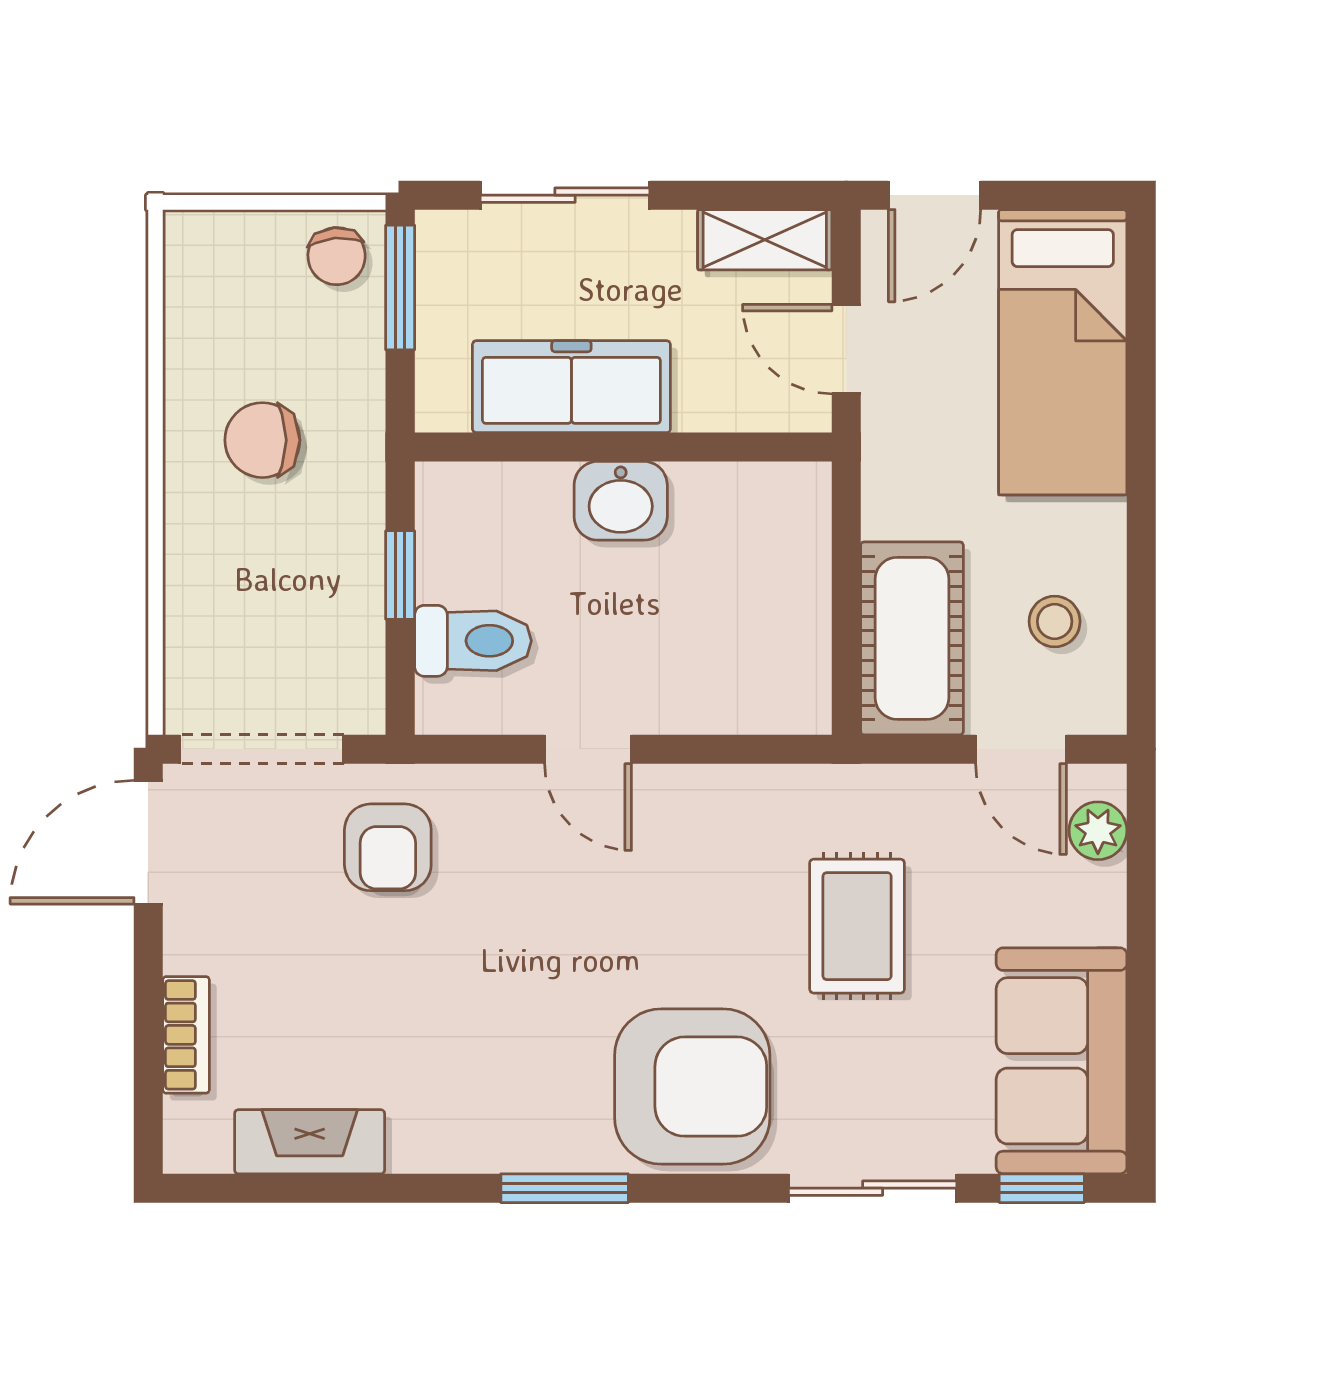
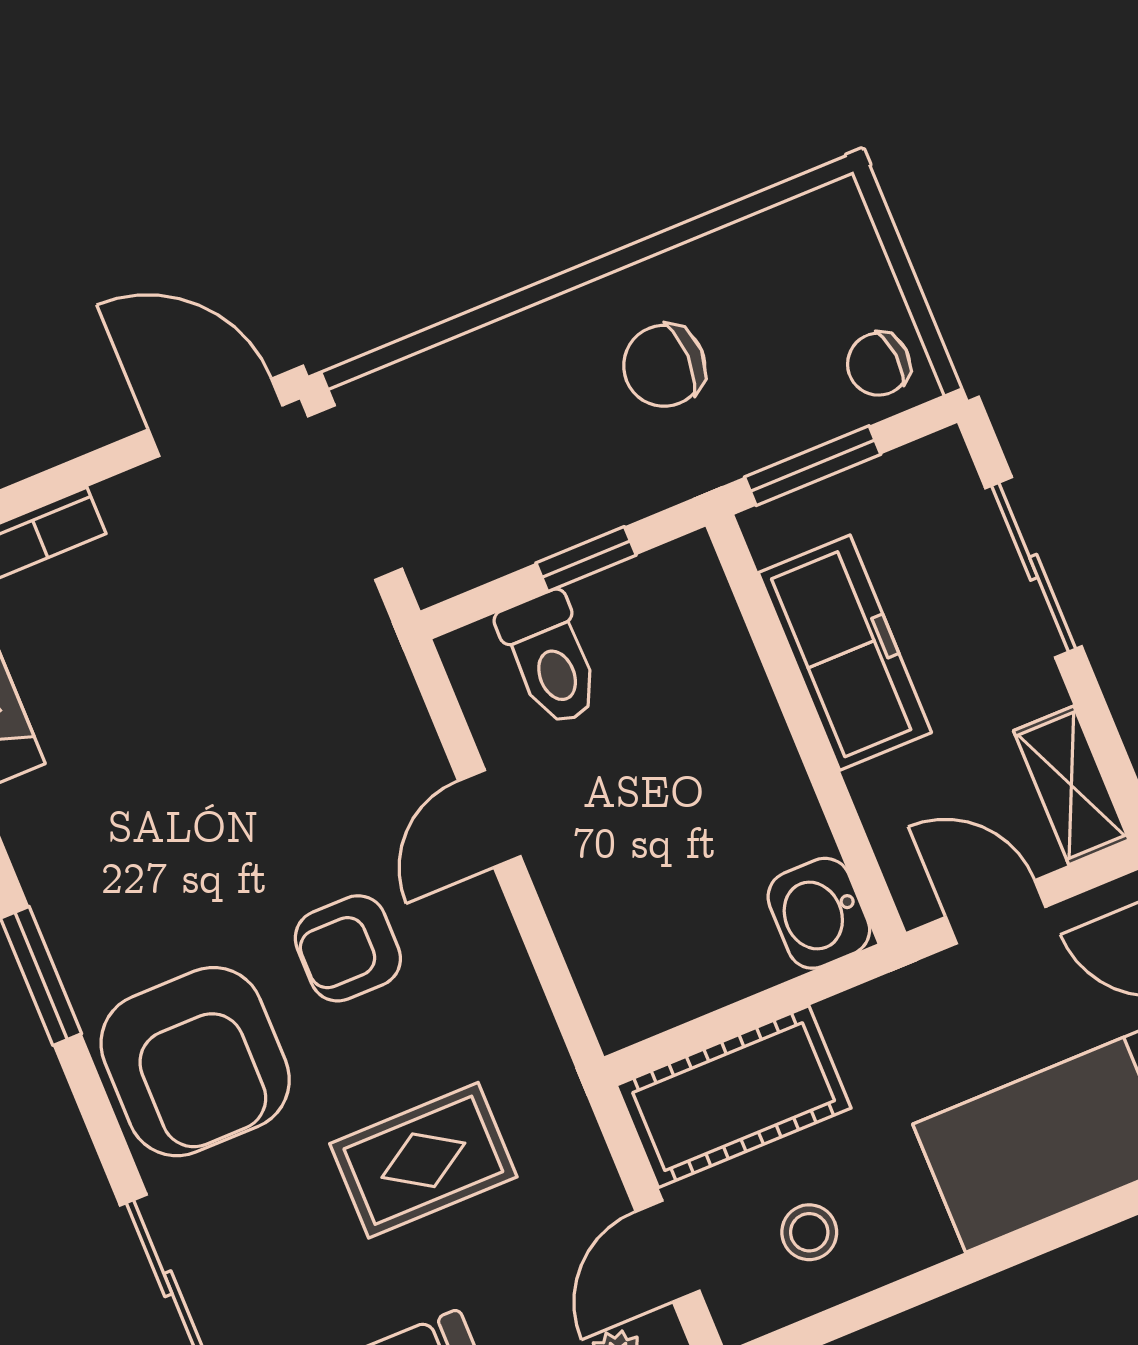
window: (400, 288) -> (813, 466), moved
door: (846, 349) -> (996, 912), hinge flipped
chair: (262, 440) -> (664, 366), turned -90
washbasin: (621, 501) -> (819, 913), moved
armchair: (388, 847) -> (348, 948), moved

